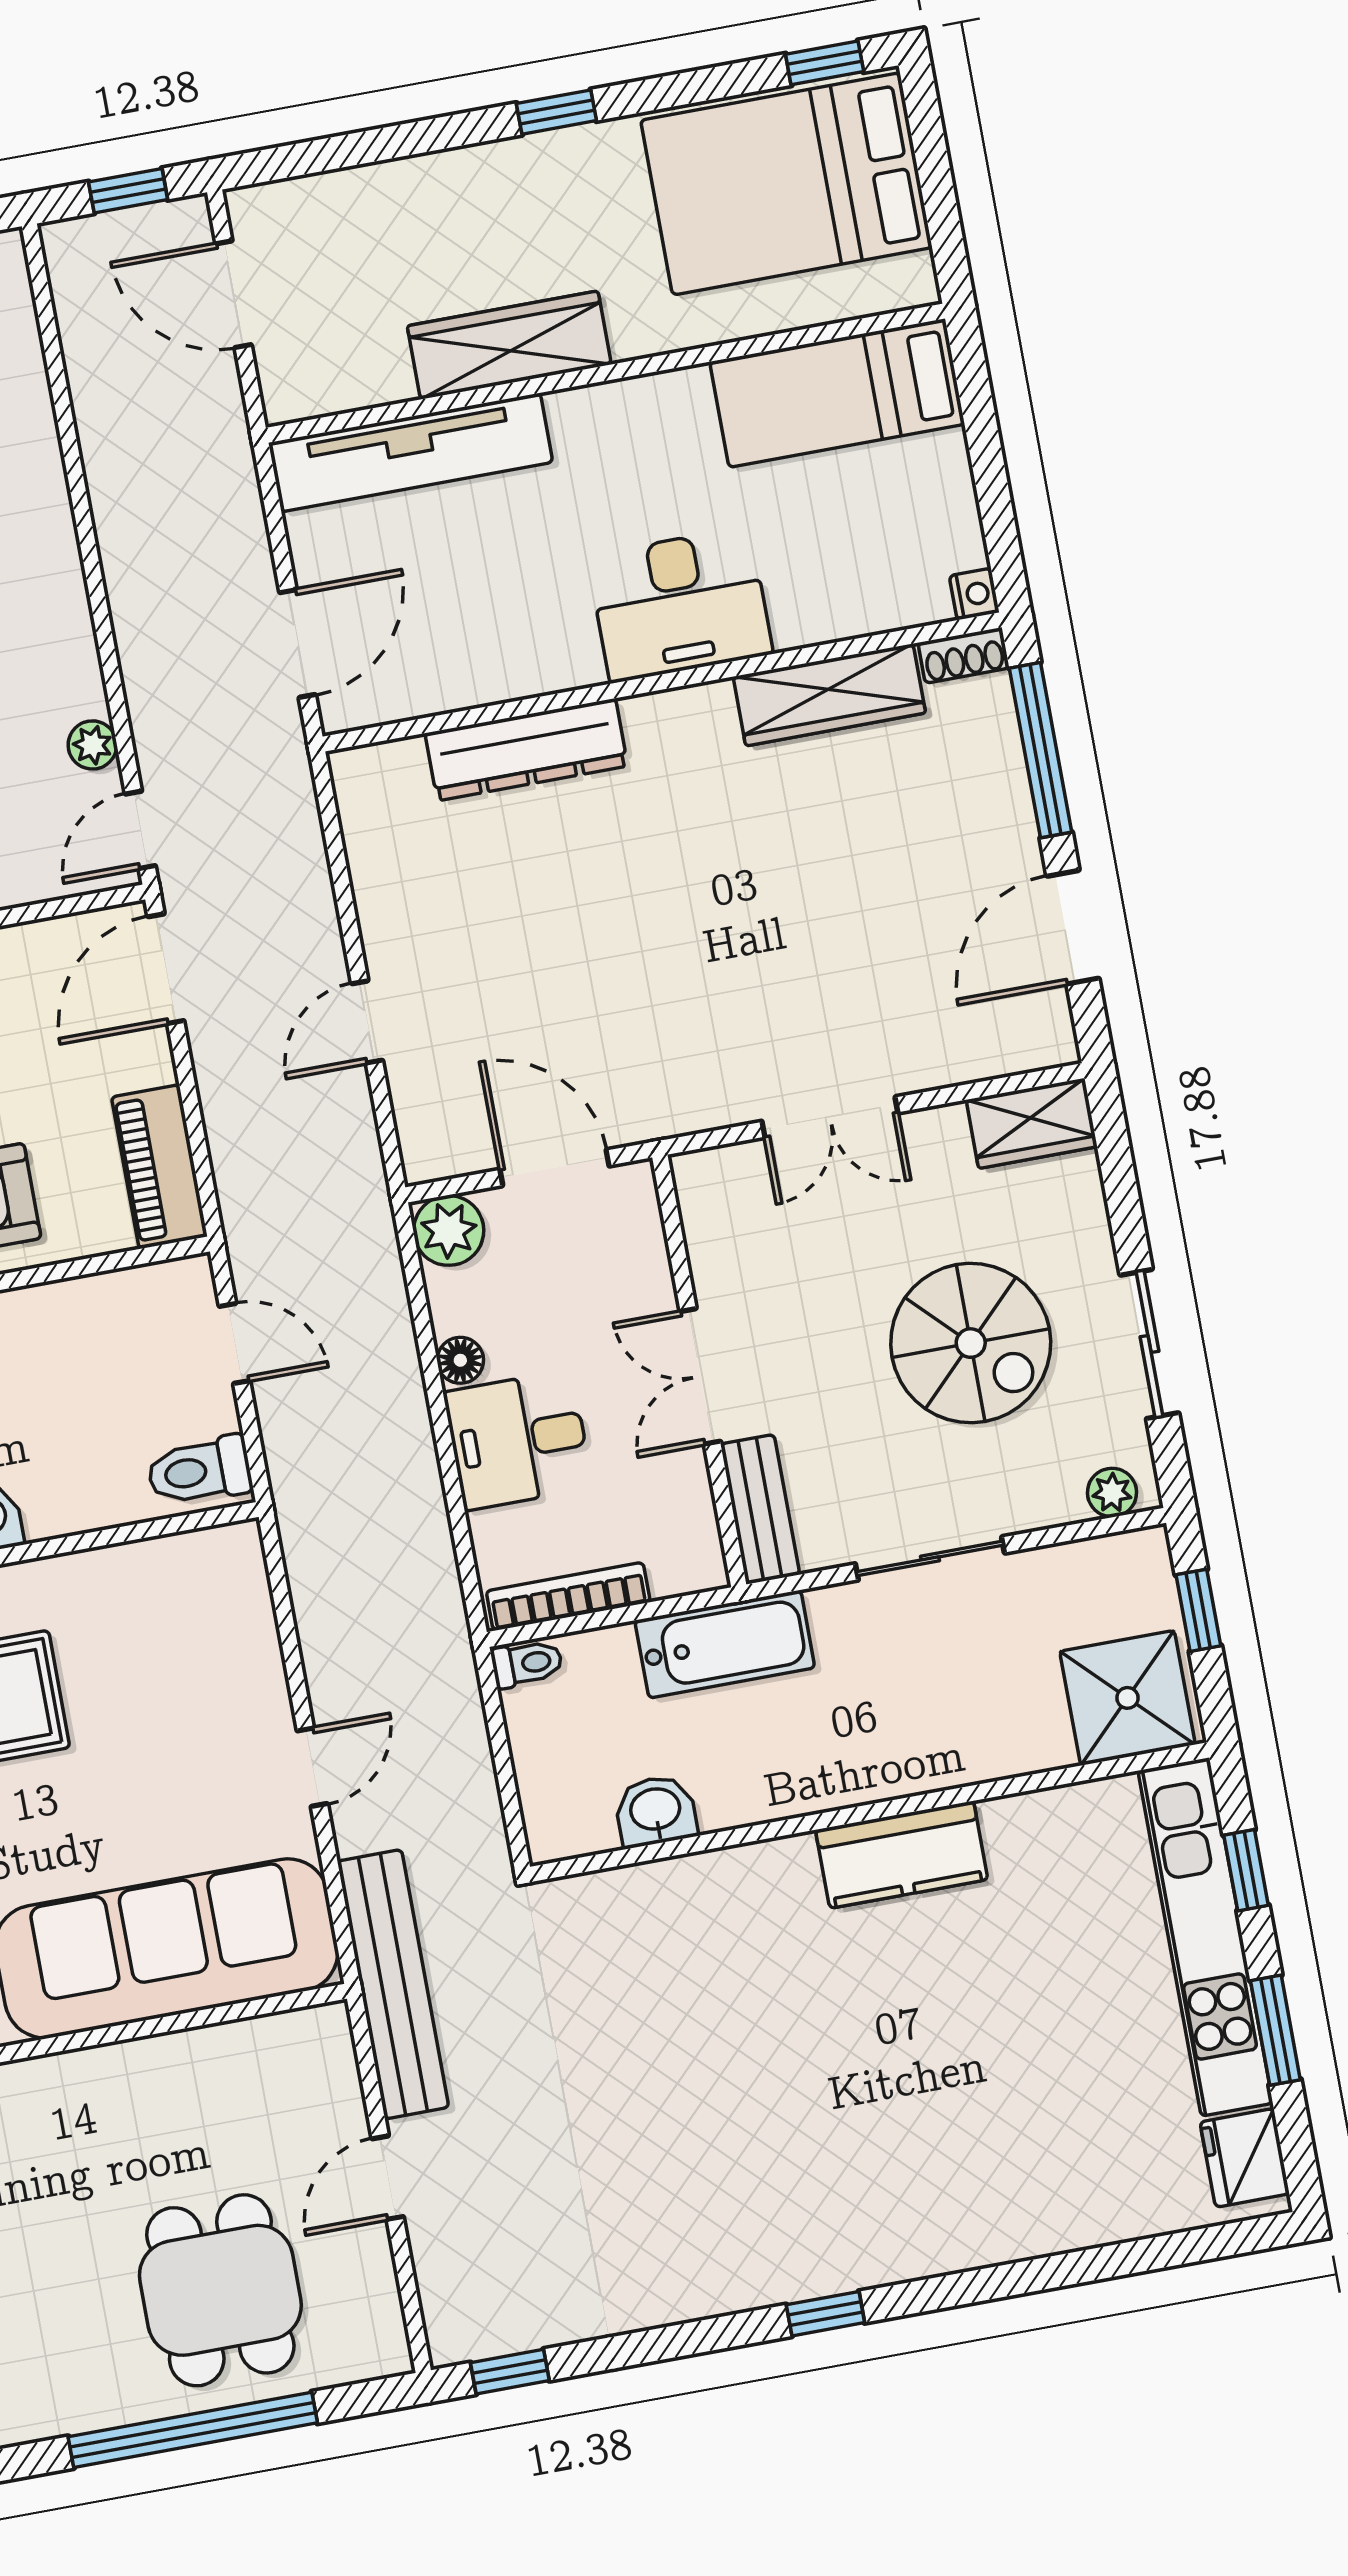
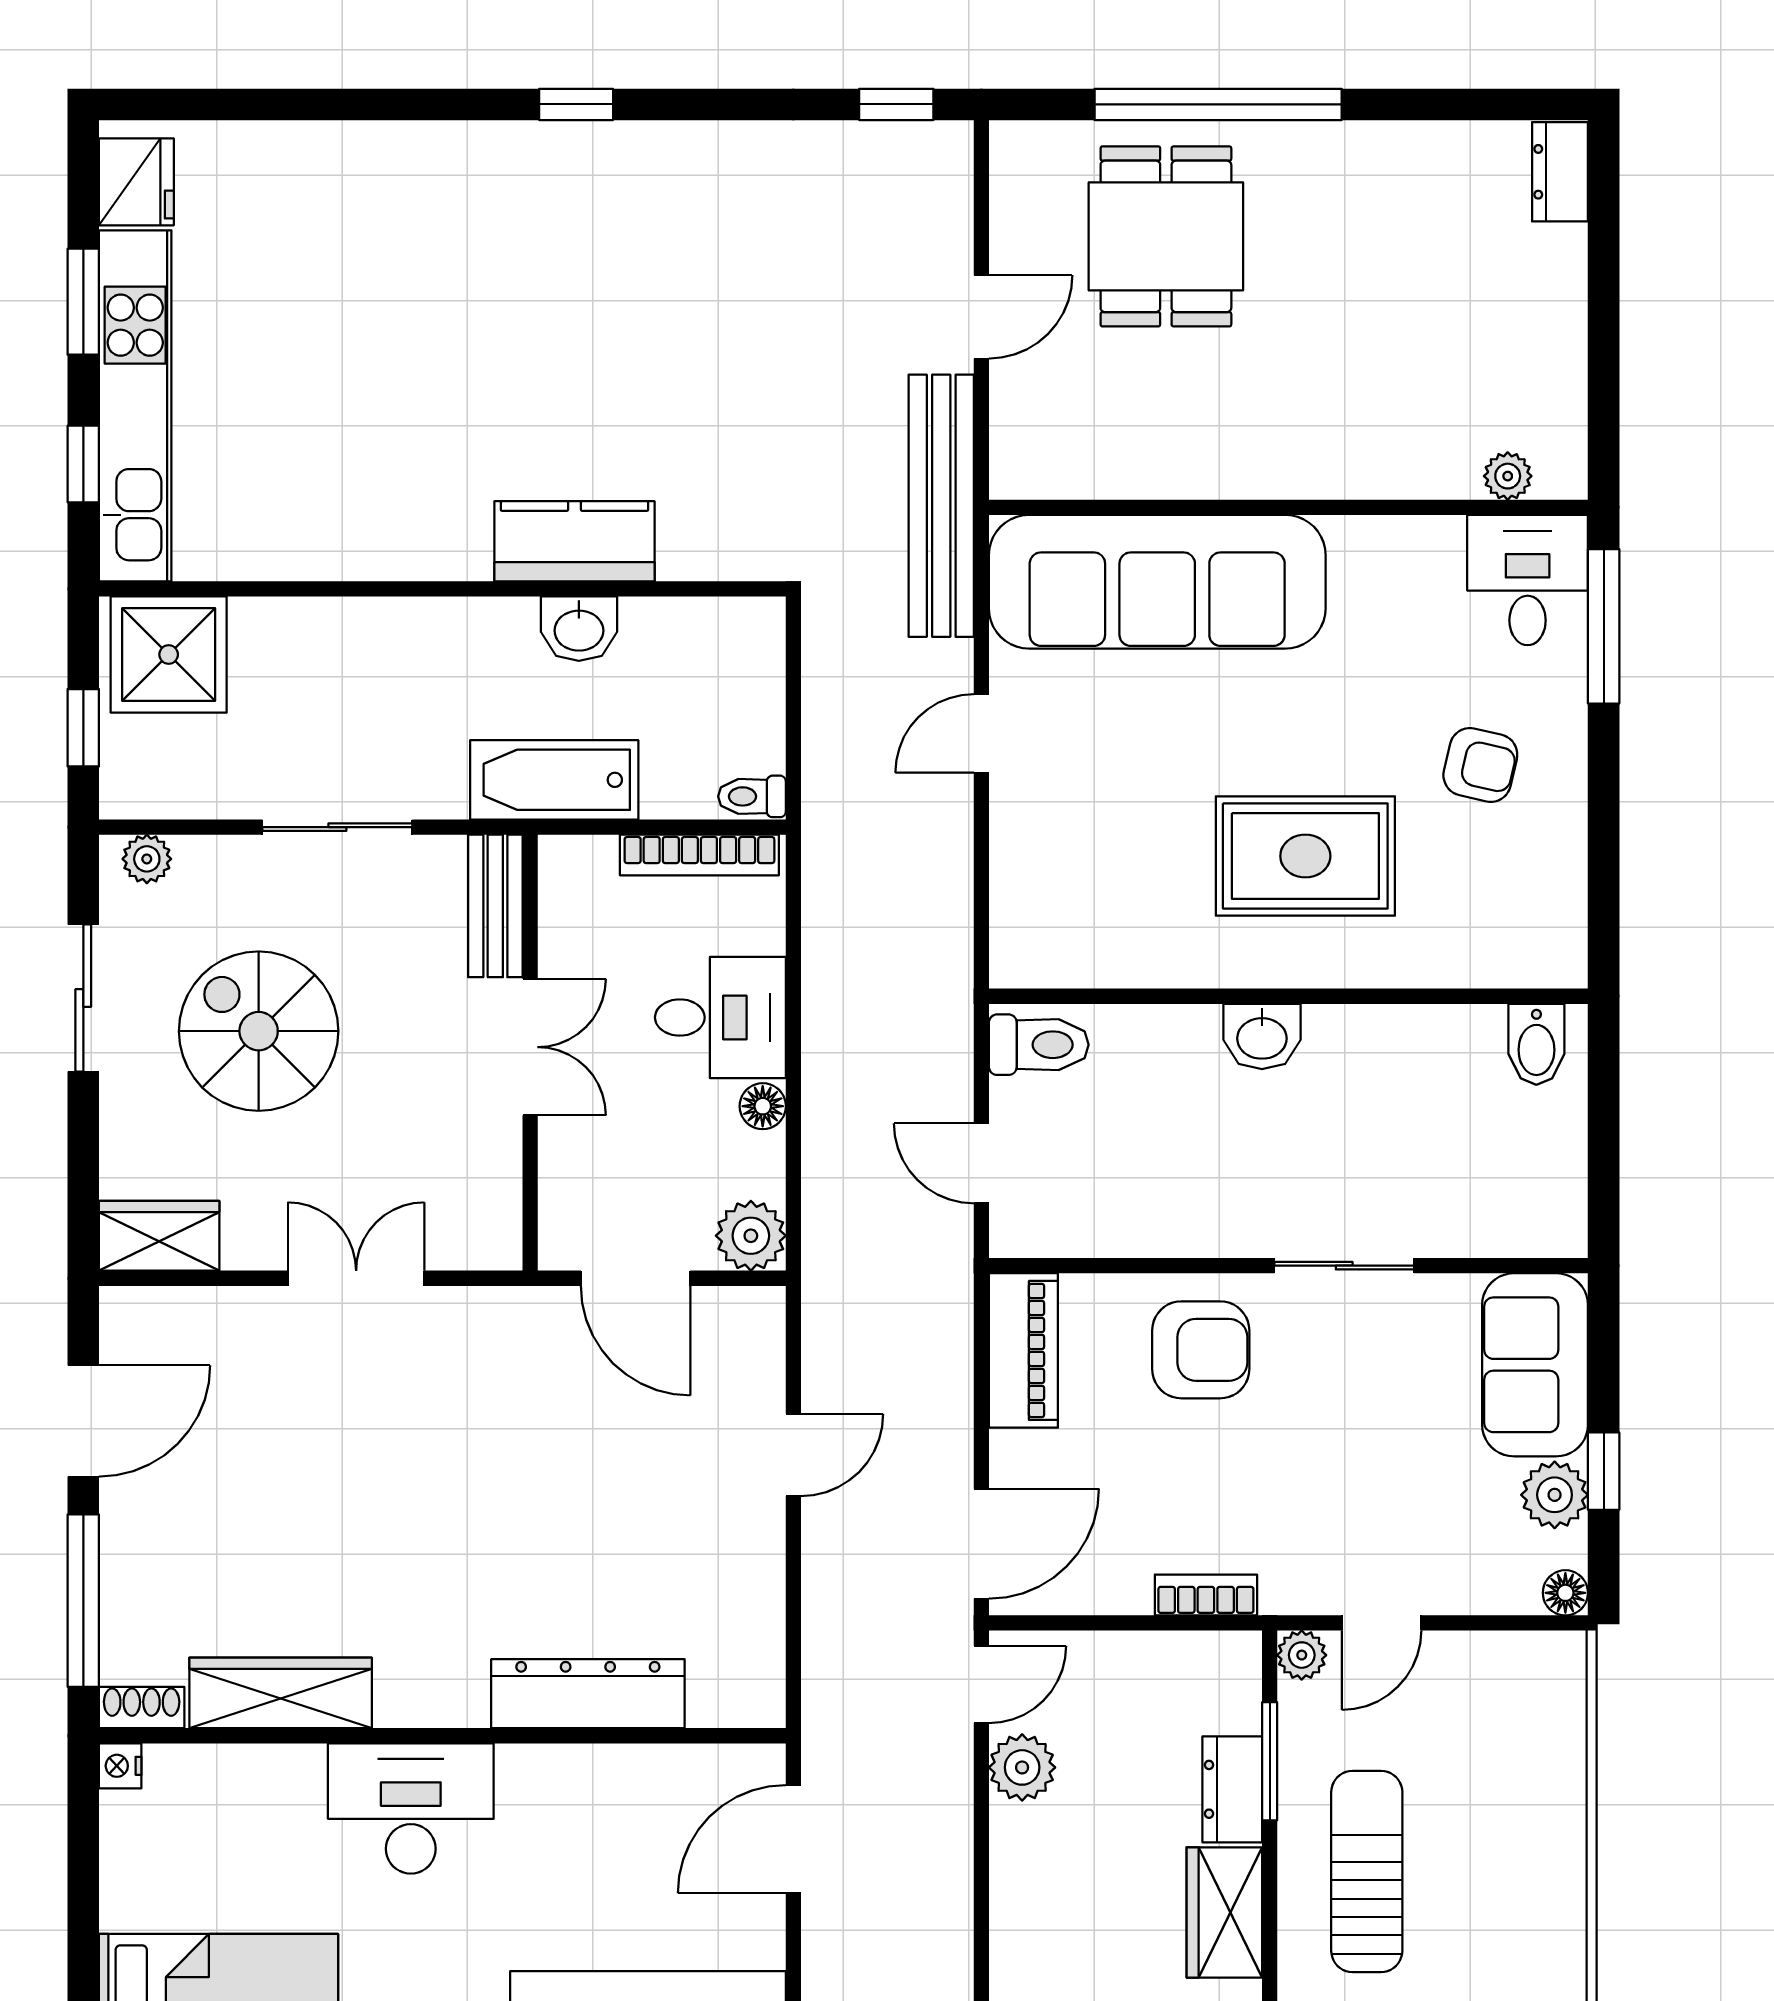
plant: (92, 745) -> (1022, 1767), width x1.38, depth x1.38
washbasin: (656, 1811) -> (579, 629), moved
kitchen counter: (902, 1855) -> (574, 541), moved

